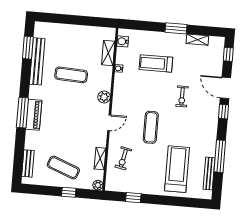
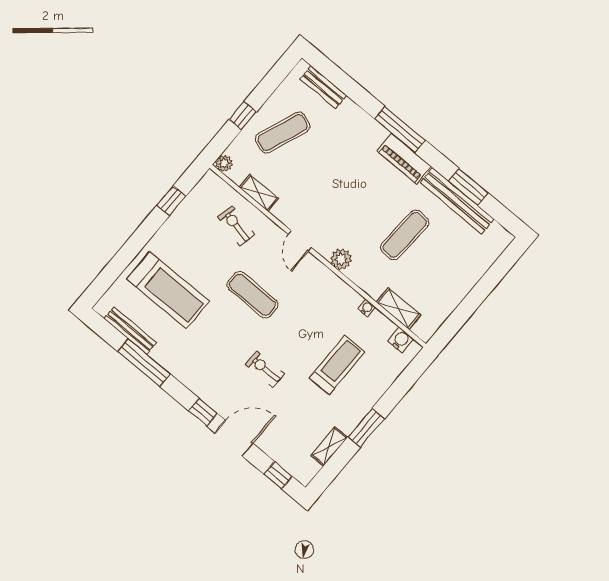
window: (28, 48) -> (468, 187), moved
piano: (34, 115) -> (404, 159), moved

